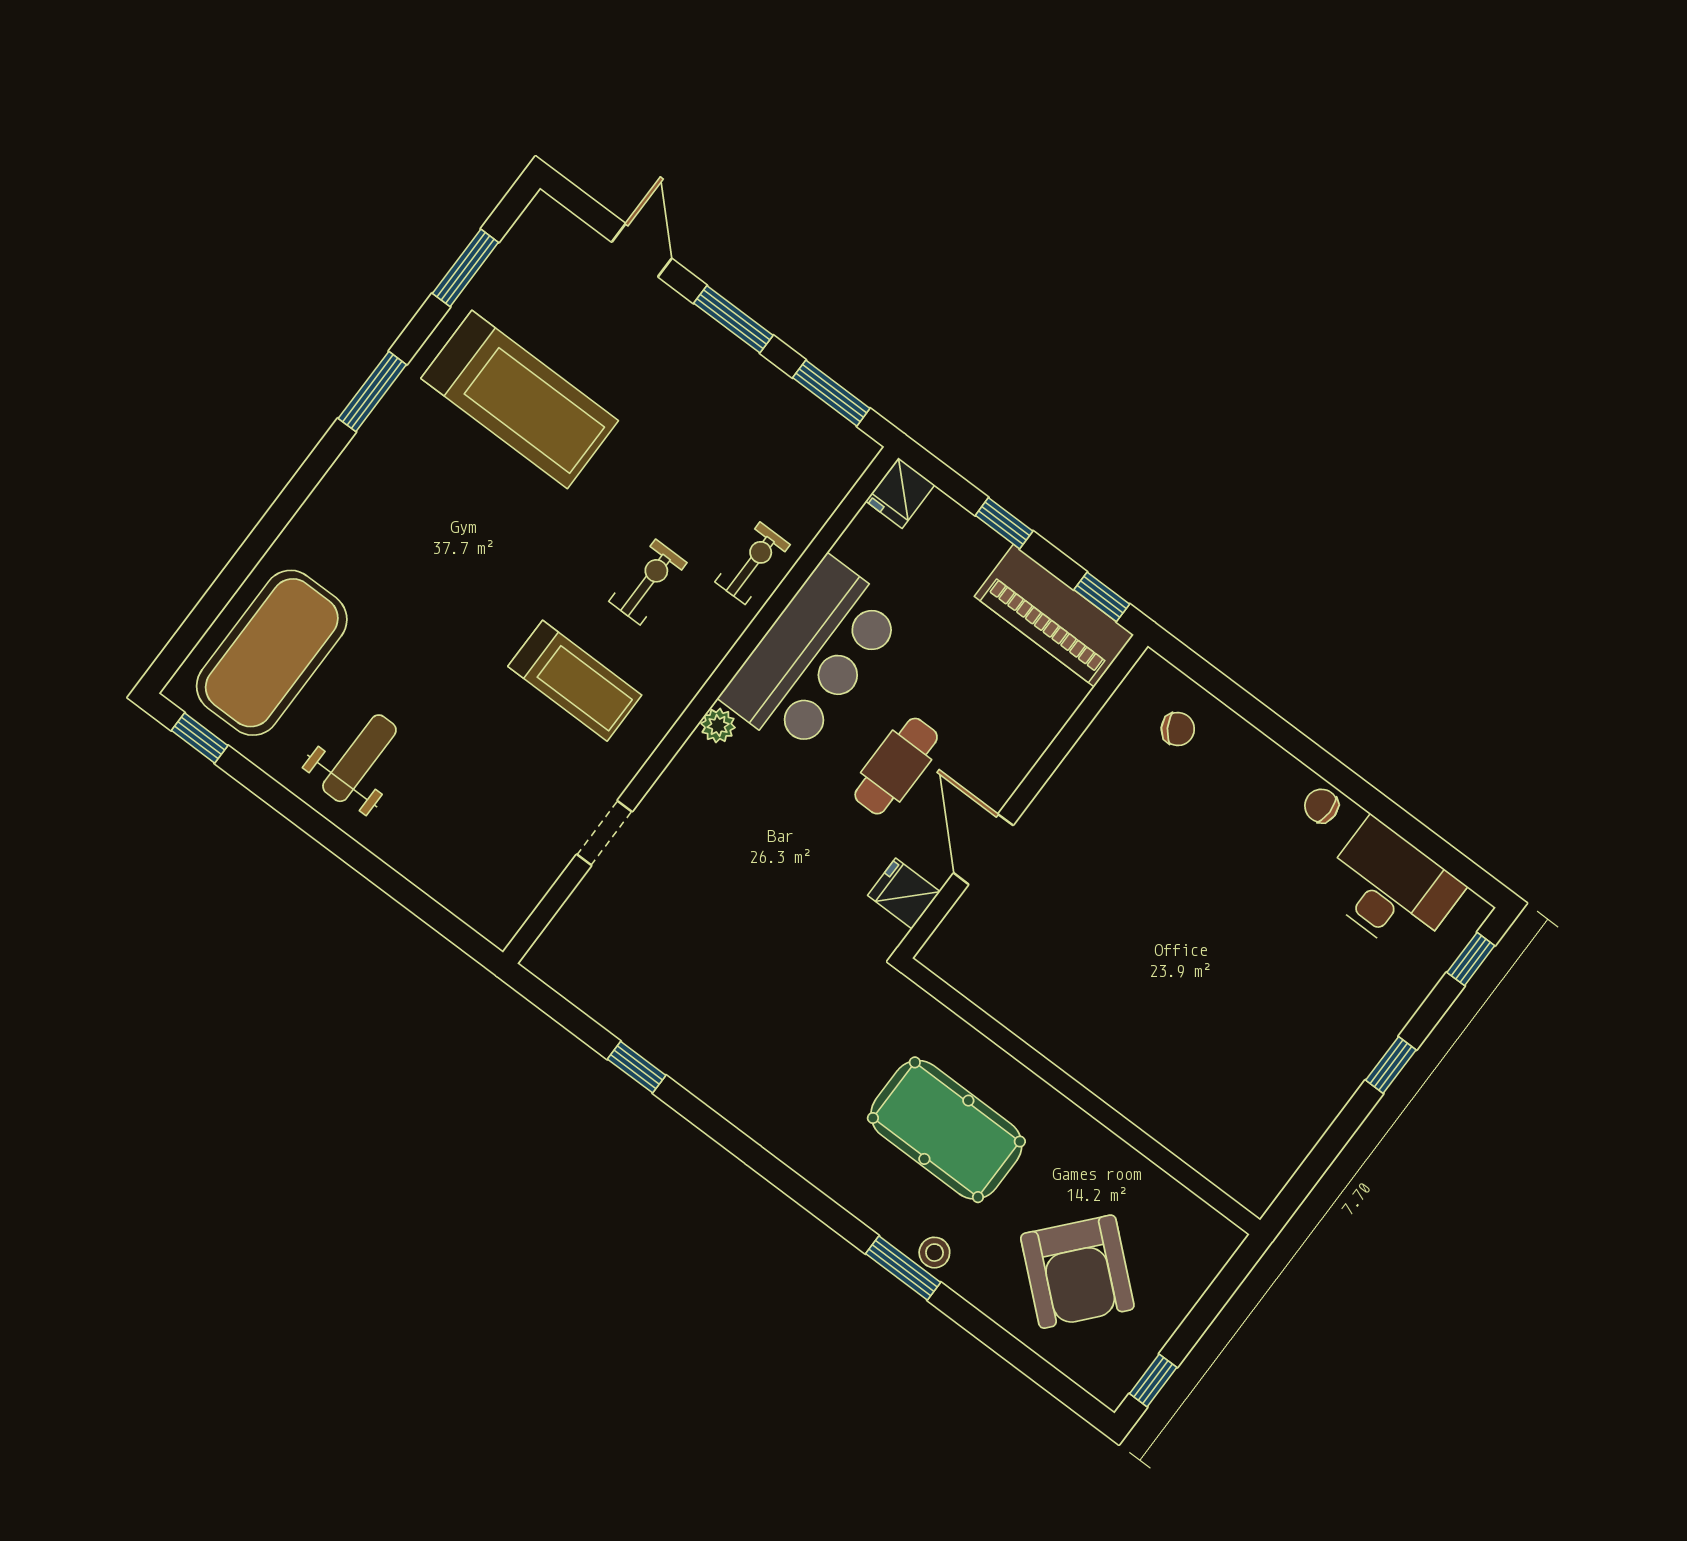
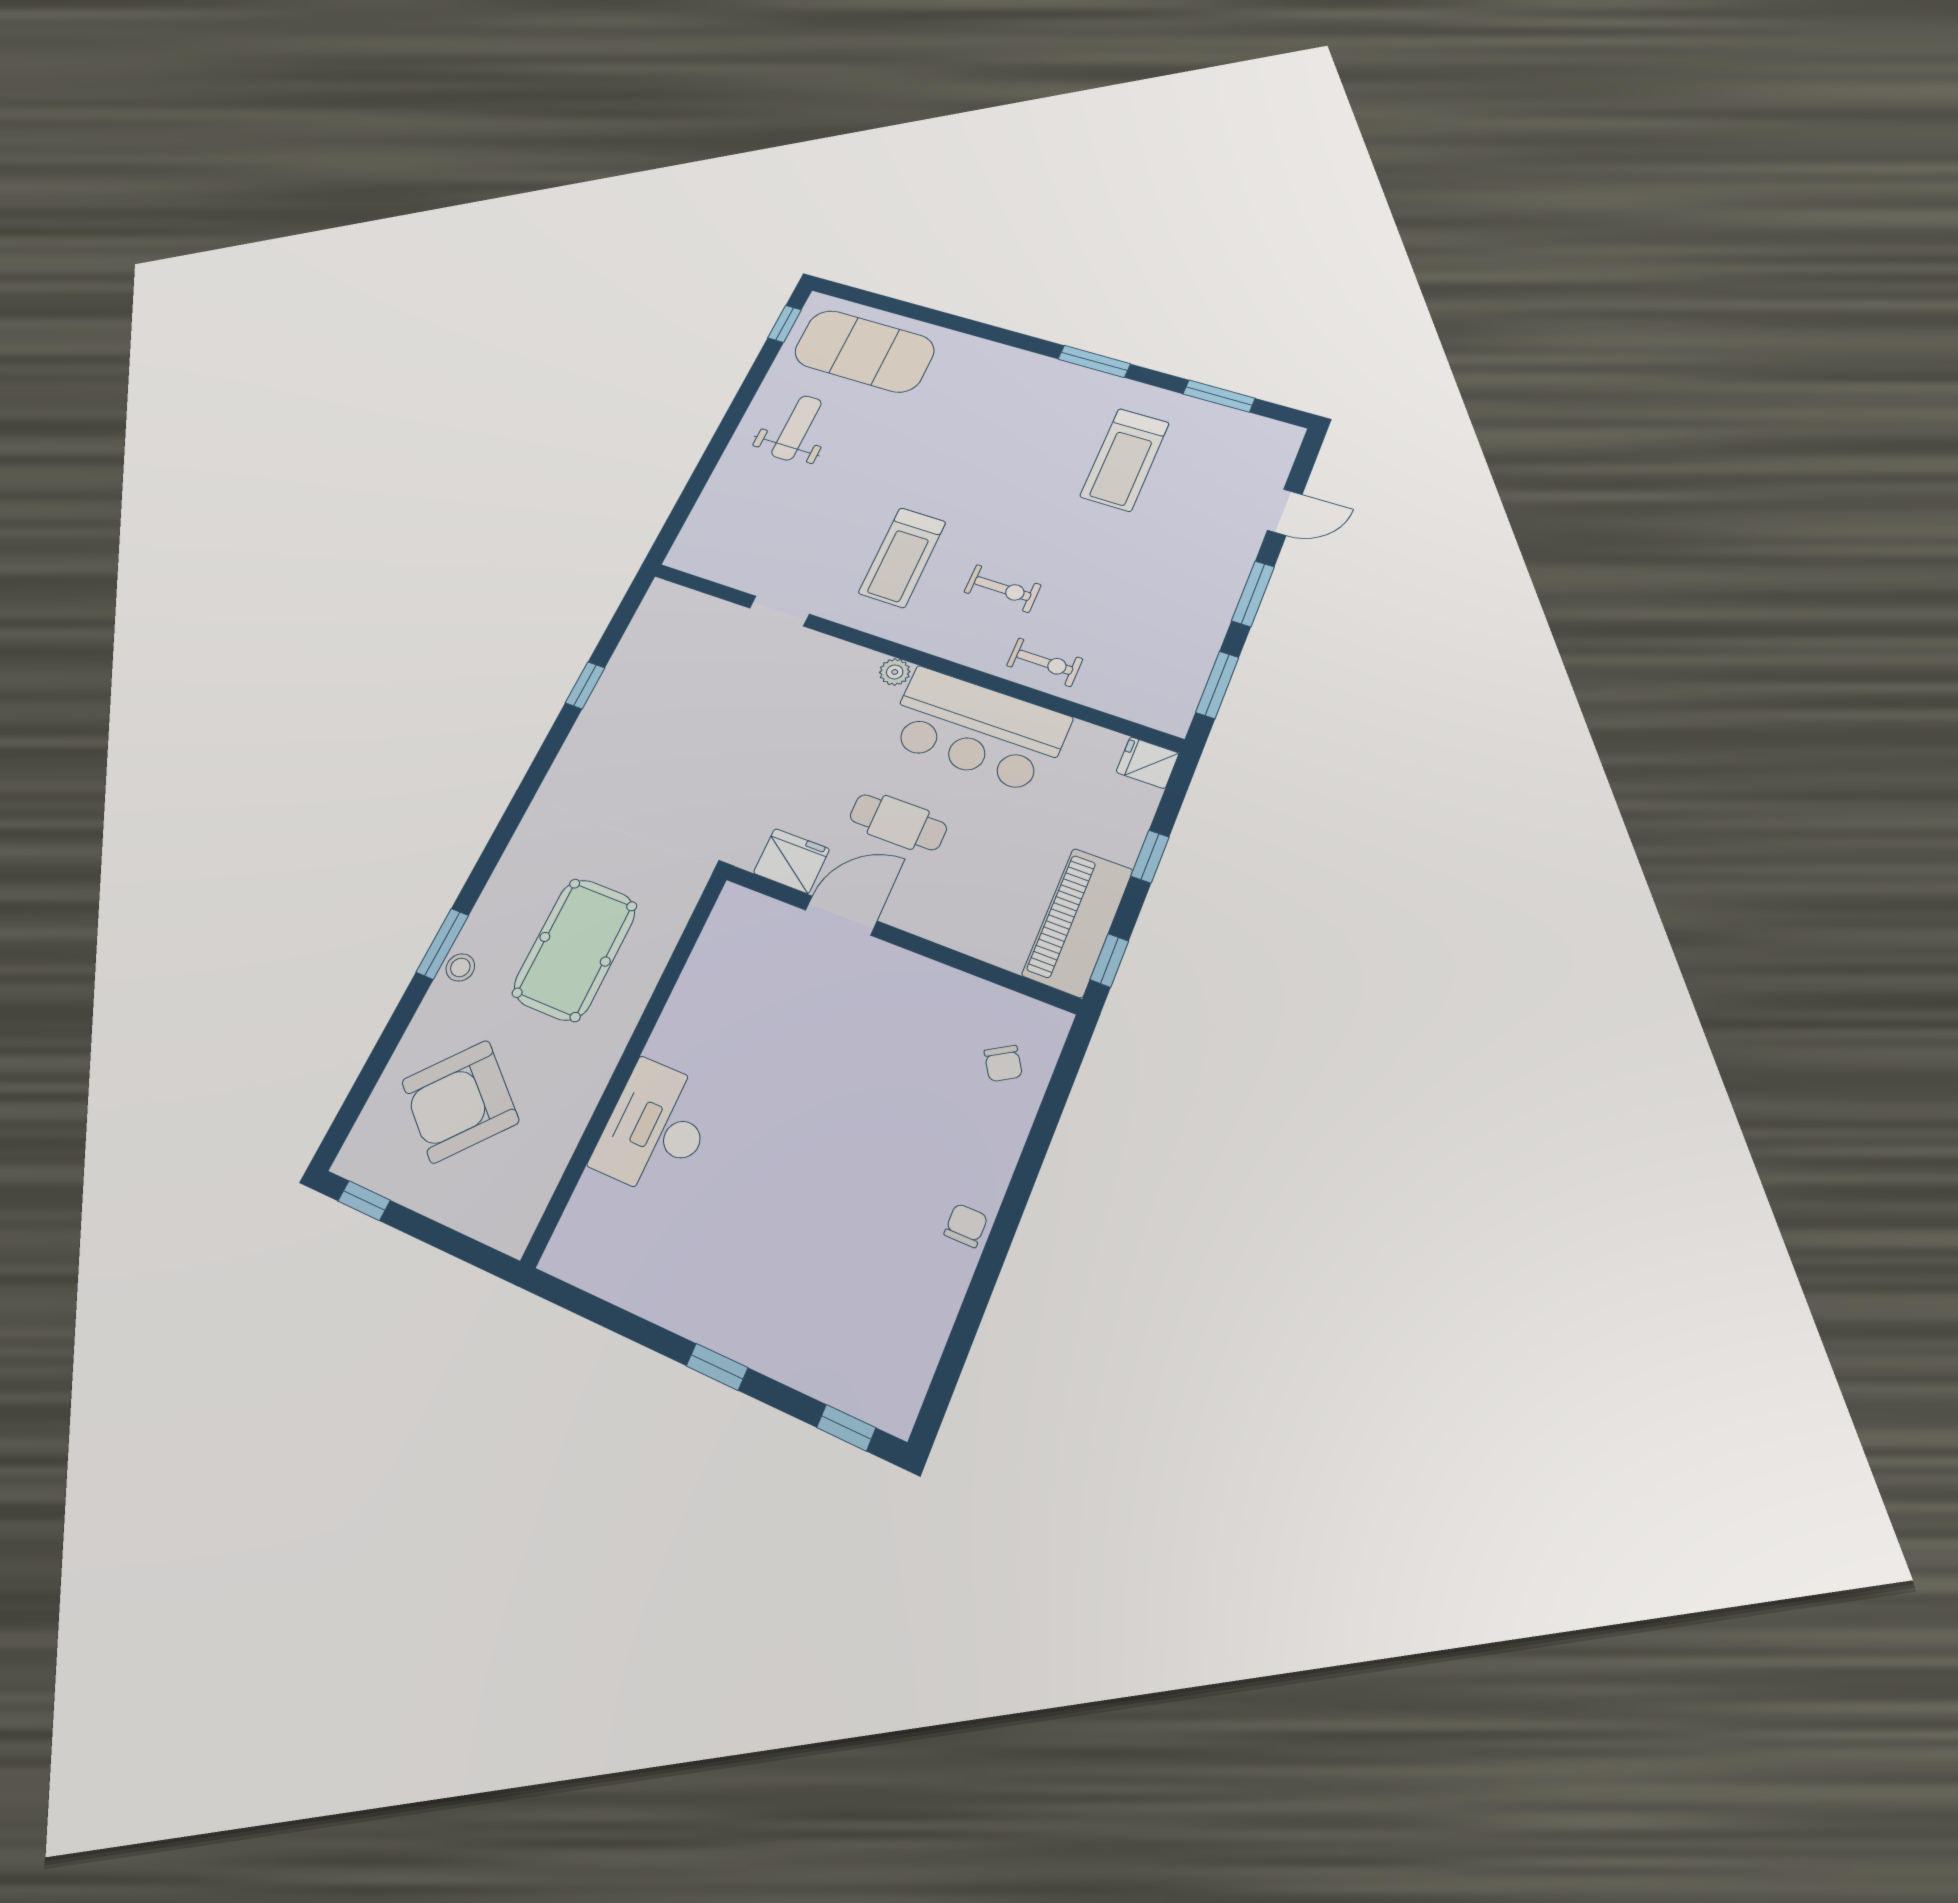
treadmill: (520, 399) -> (1125, 460), width x0.73, depth x0.73
weight bench: (359, 758) -> (797, 428), turned -90
desk: (1390, 888) -> (655, 1128), moved, turned 180
fridge: (904, 894) -> (792, 861), width x1.38

